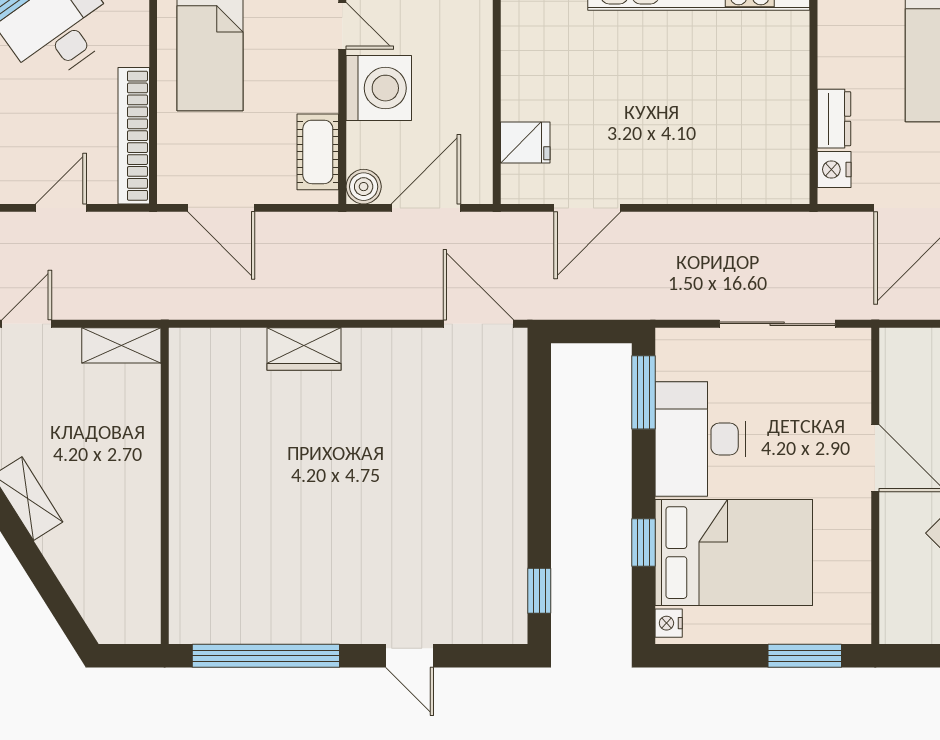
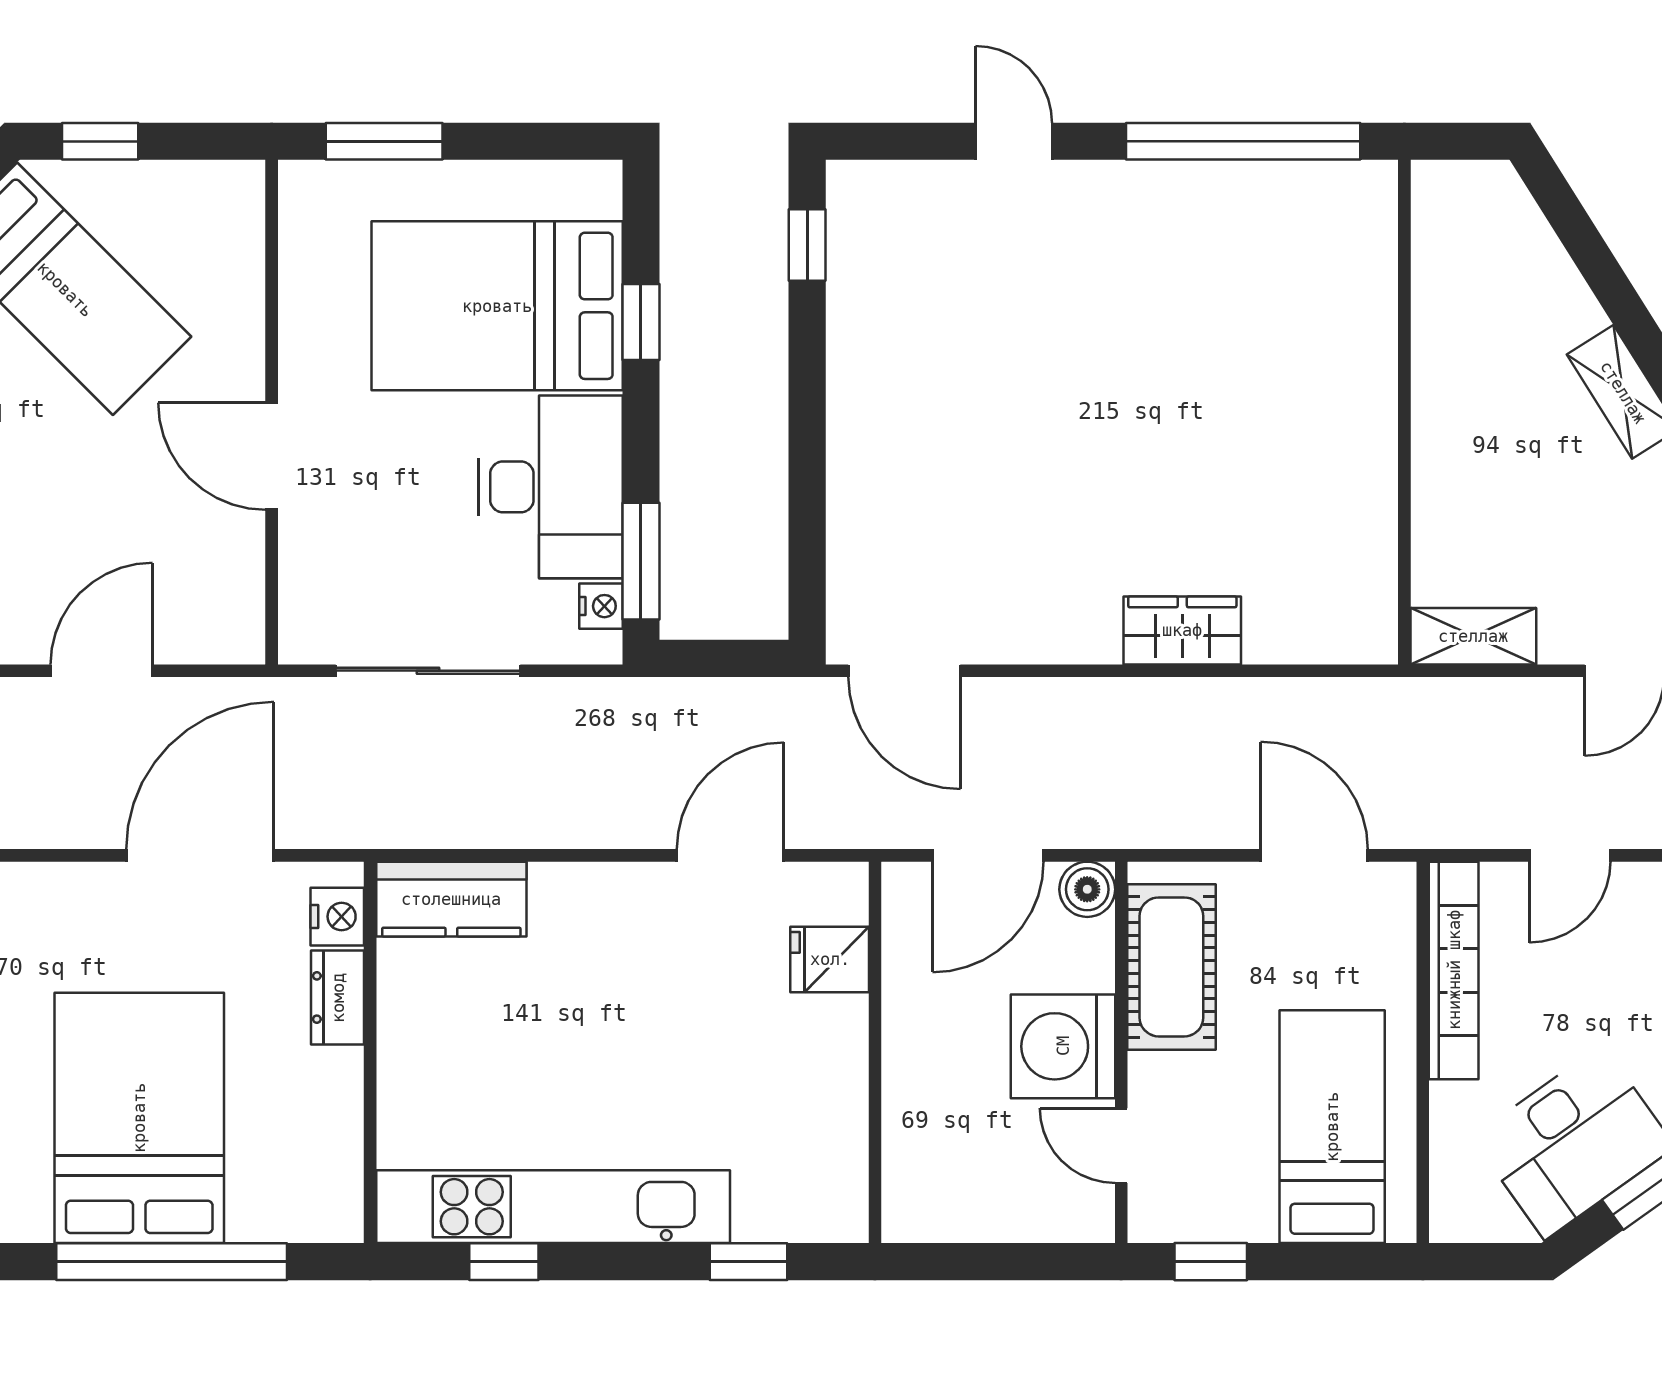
cot: (318, 152) -> (1171, 967), width x1.37, depth x1.34
kitchen counter: (763, 180) -> (451, 899), added
nightstand: (669, 623) -> (601, 606), moved

